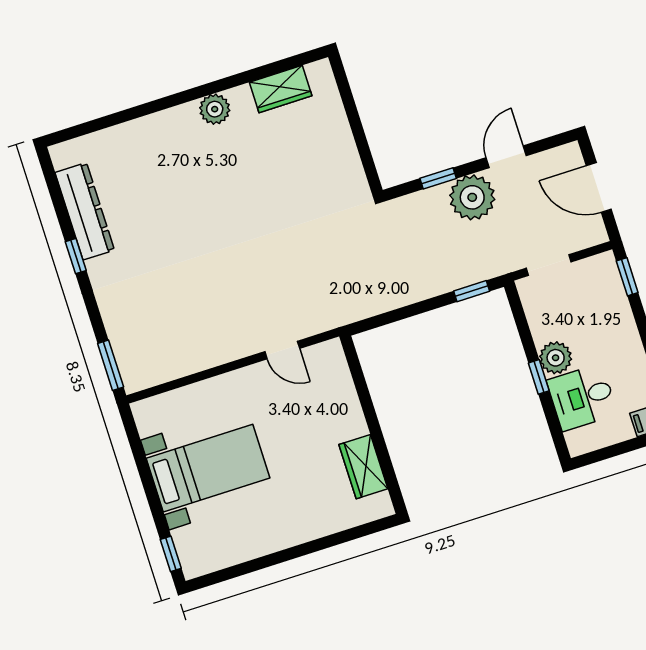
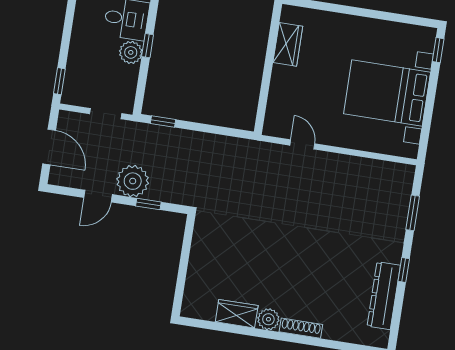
wardrobe: (281, 89) -> (237, 314), moved
shoe rack: (168, 118) -> (301, 328), added
window: (111, 365) -> (413, 213), moved
bed with nightstands: (208, 468) -> (387, 93), width x1.36

